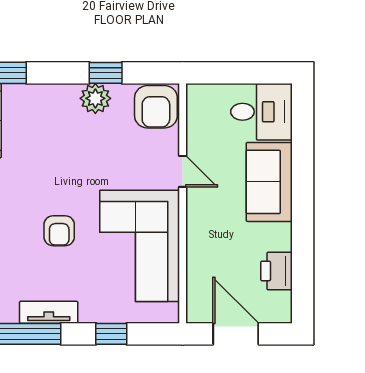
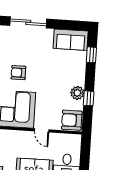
door: (183, 171) -> (42, 130), hinge flipped

